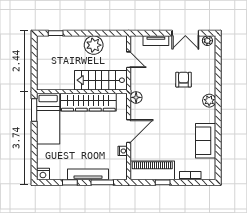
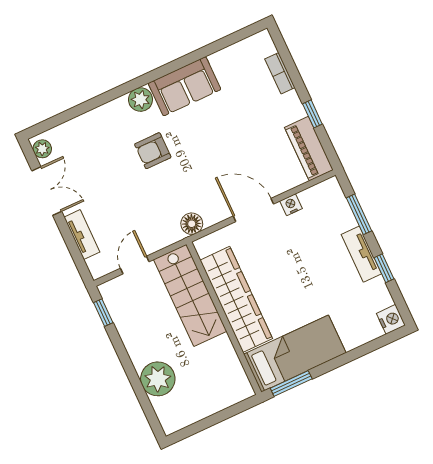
window: (56, 33) -> (103, 313), moved
plant: (94, 45) -> (158, 379), moved
armchair: (184, 80) -> (153, 151), moved
sofa: (206, 141) -> (185, 86), moved
piano: (152, 170) -> (309, 149), width x0.73, depth x0.75
tv unit: (88, 174) -> (361, 254), width x0.71

